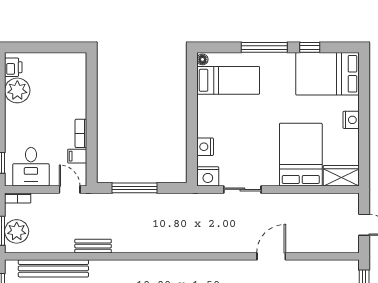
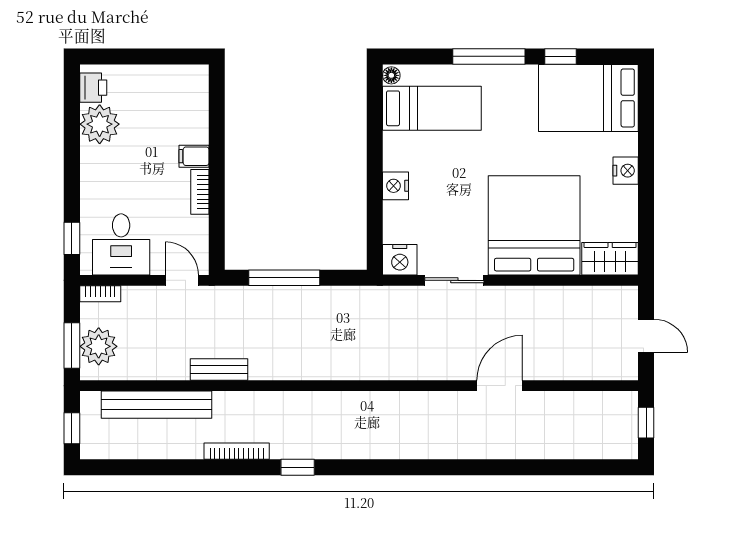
nightstand: (205, 147) -> (396, 186), moved
bed: (301, 155) -> (534, 225), width x1.36
filing cabinet: (77, 156) -> (194, 156), moved

